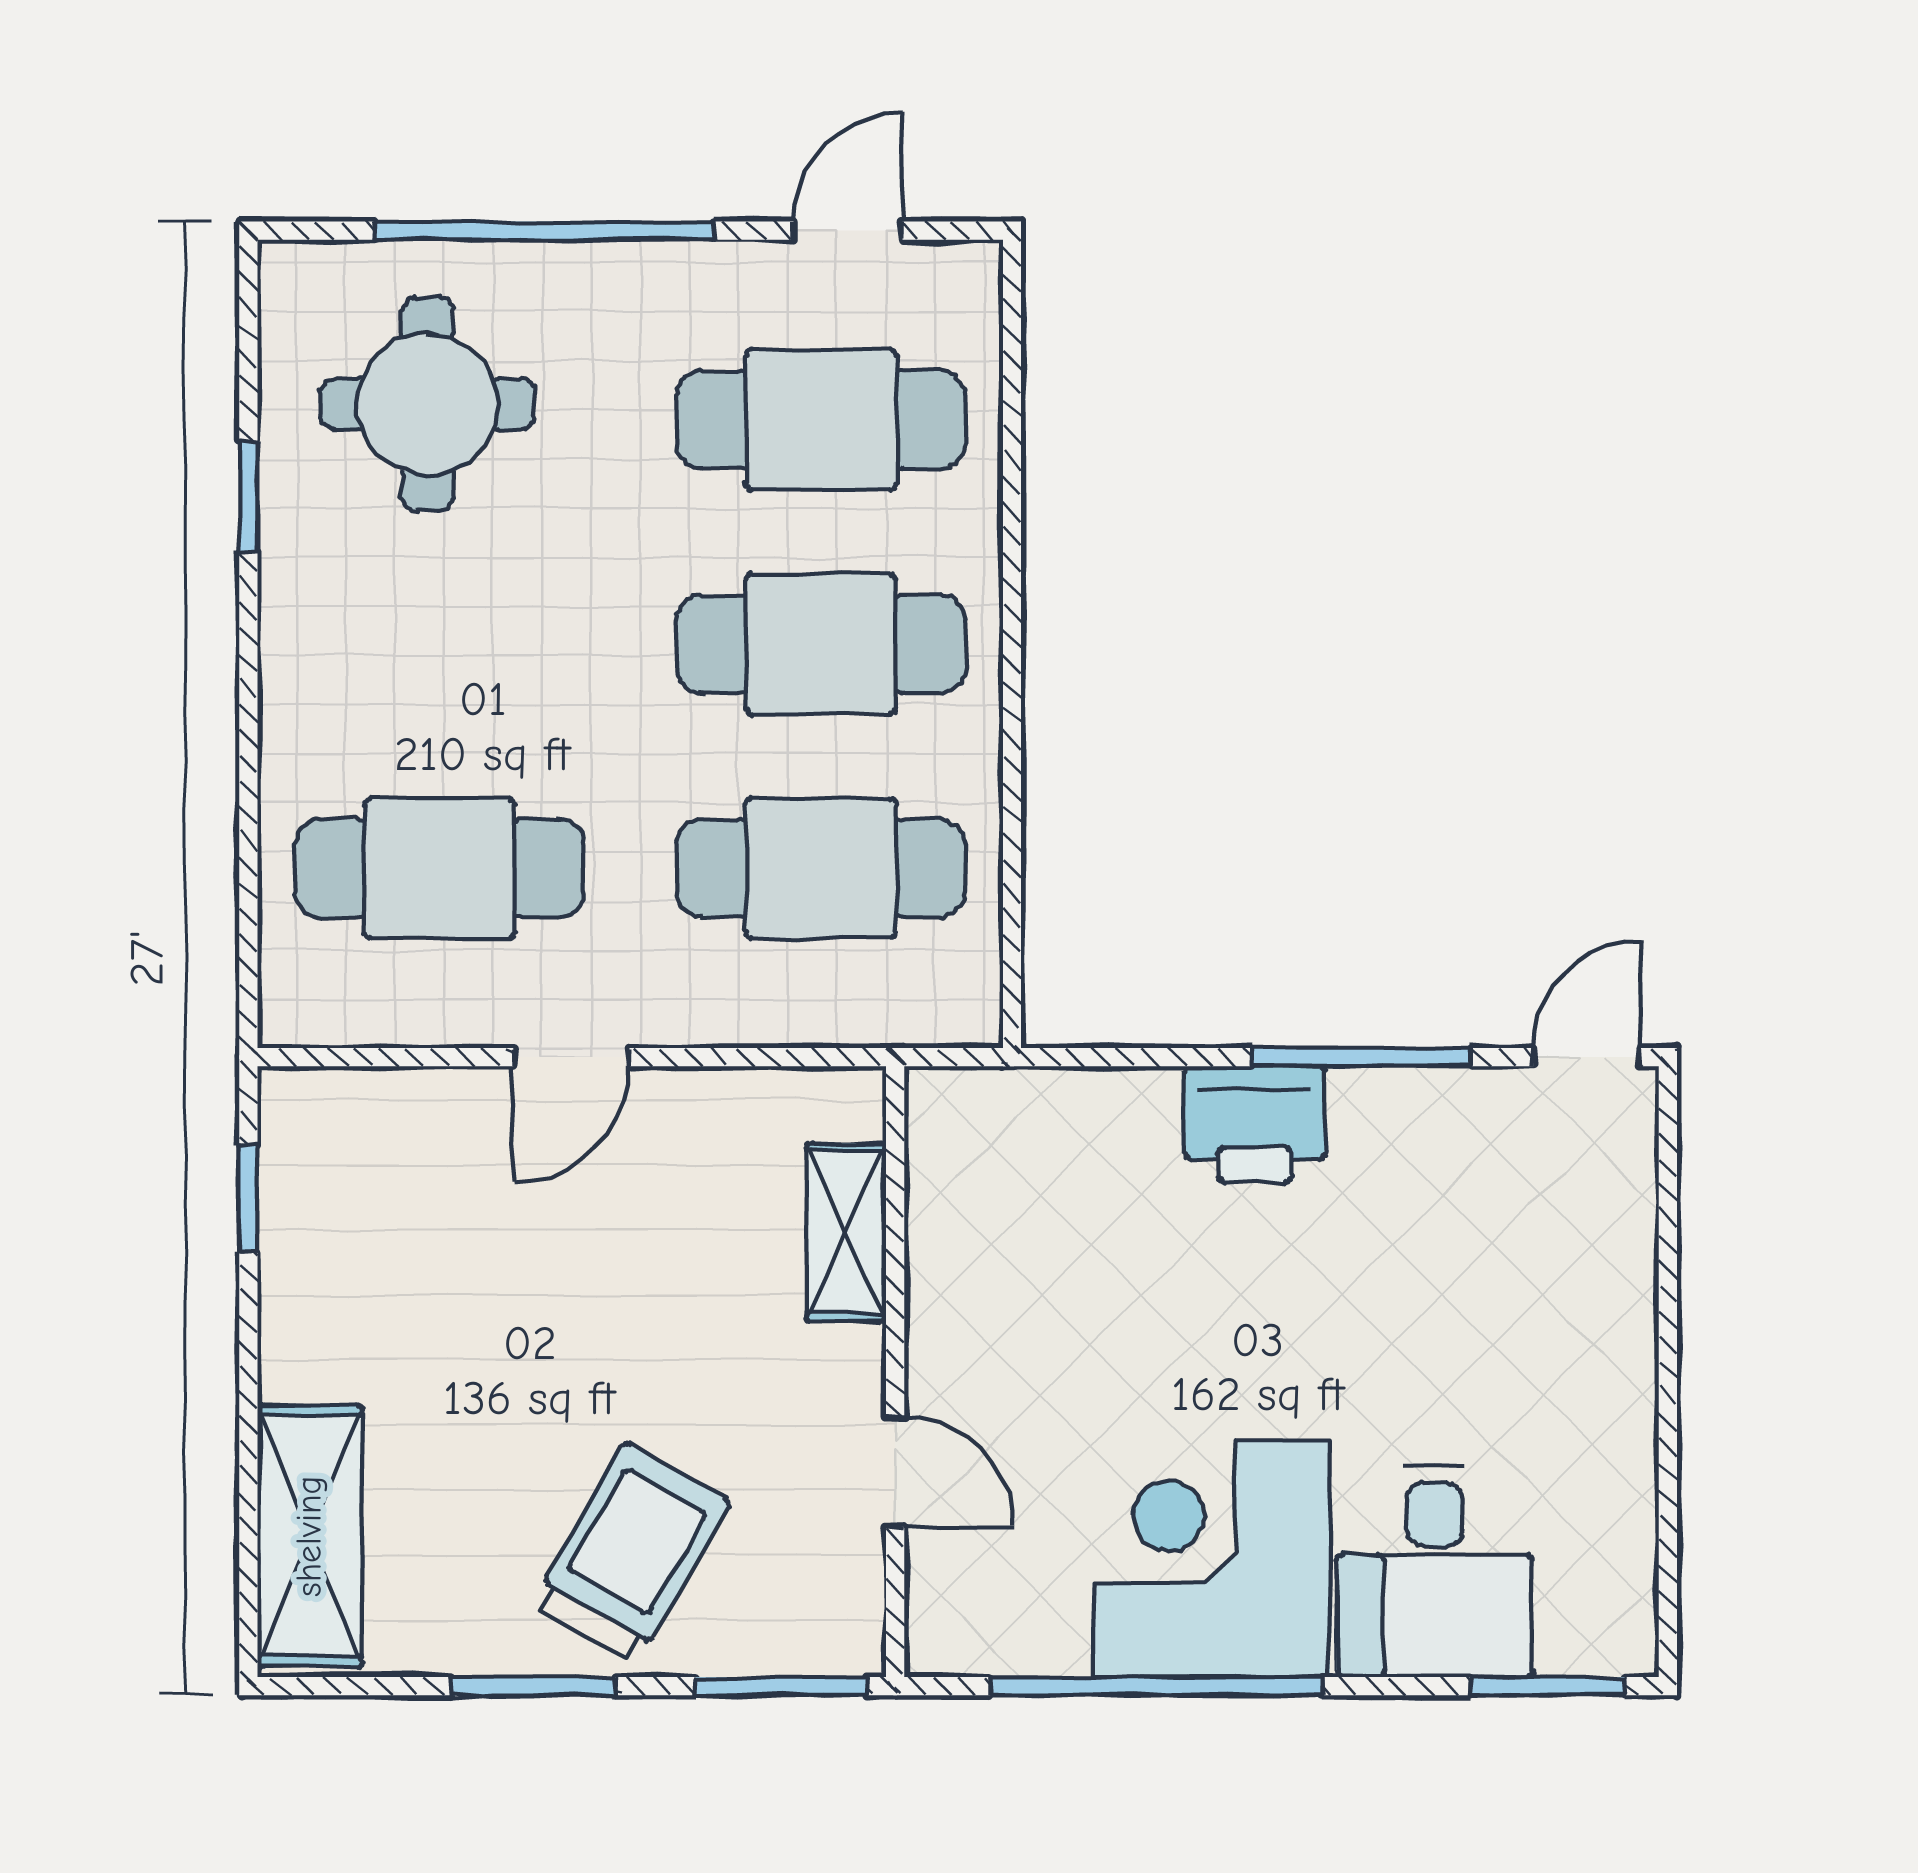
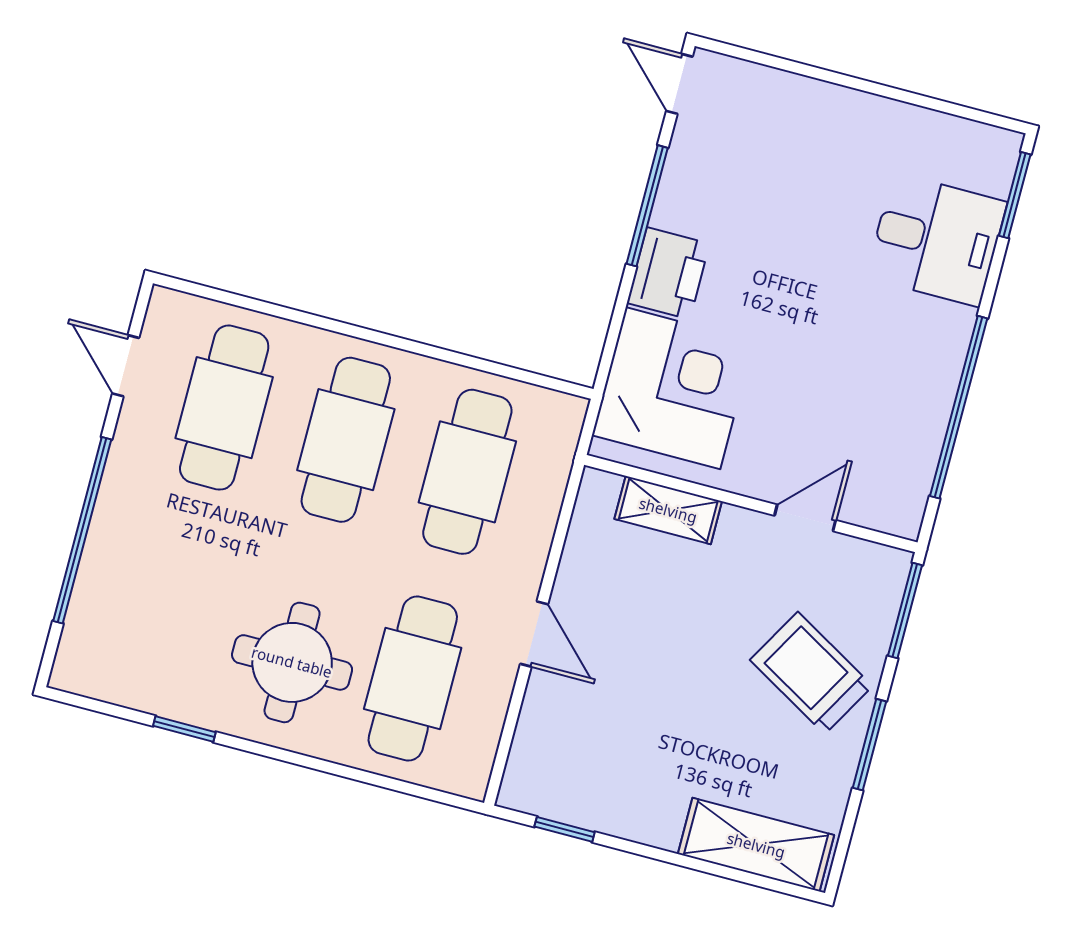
round table: (428, 404) -> (292, 662), moved
corner desk: (1211, 1559) -> (673, 388), moved, turned 180

